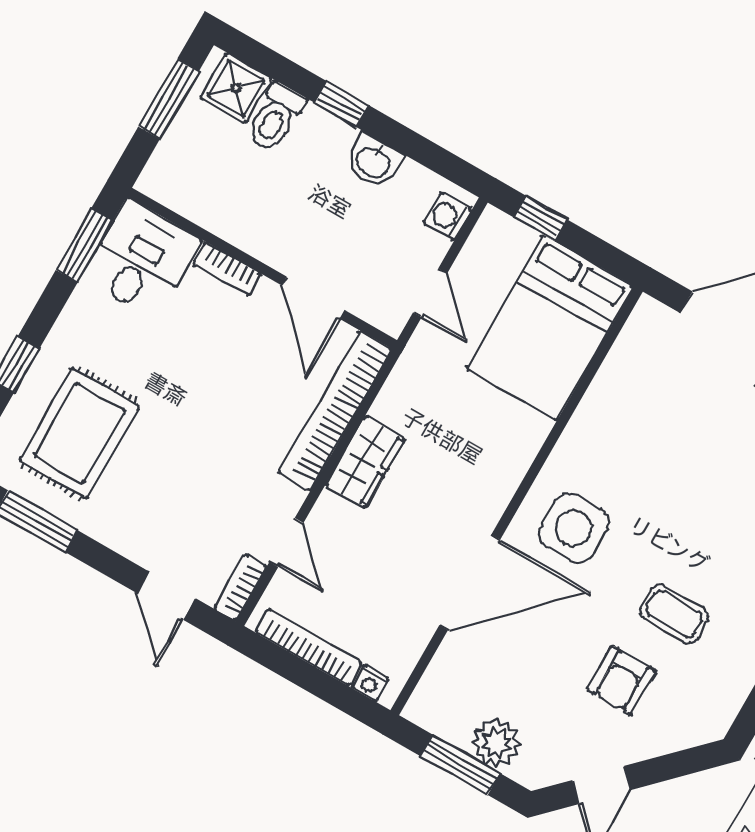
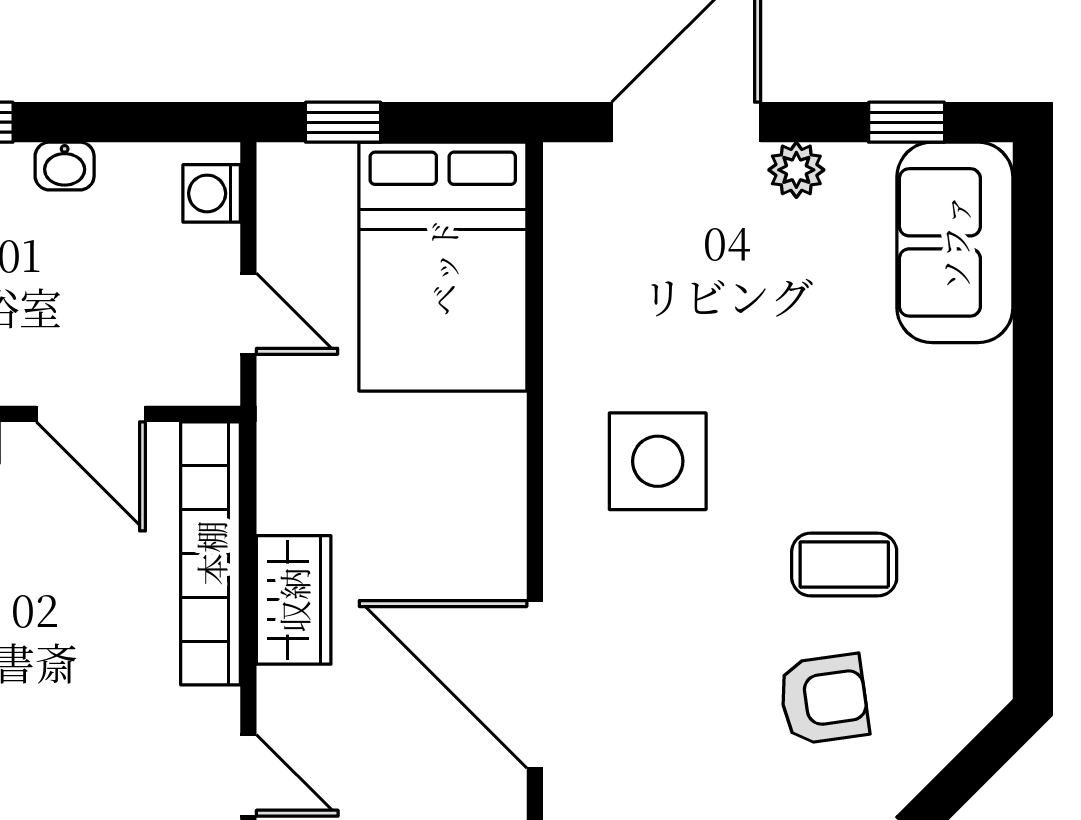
washbasin: (373, 161) -> (65, 166), width x0.72, depth x0.69
side table: (574, 528) -> (658, 461), moved
door: (470, 582) -> (535, 684), swing flipped
armchair: (621, 680) -> (824, 699), turned -98

